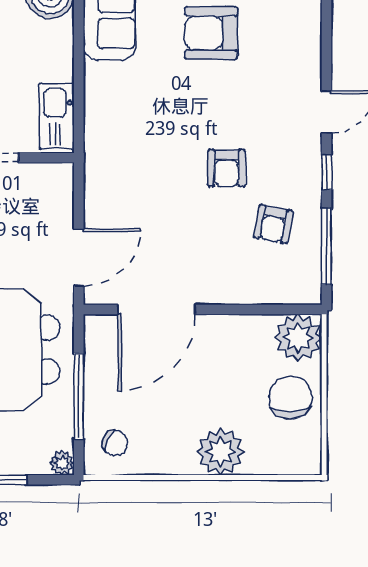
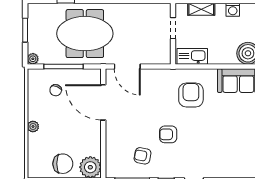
armchair: (211, 33) -> (191, 95), moved
chair: (115, 443) -> (56, 90), moved
plant: (220, 452) -> (33, 127), width x0.53, depth x0.53

